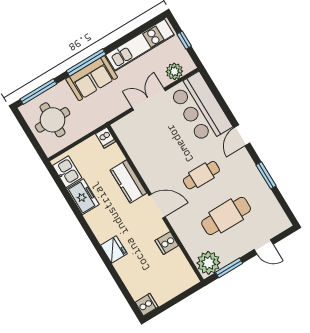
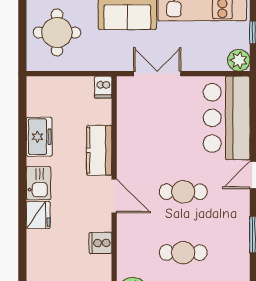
plant: (174, 71) -> (239, 60), moved
double door: (149, 99) -> (157, 74), moved
kitchen sink: (67, 172) -> (39, 183), moved
cafe table: (226, 216) -> (183, 253), width x0.73, depth x0.74

